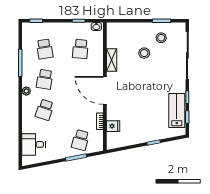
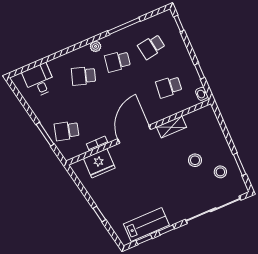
fridge: (113, 126) -> (99, 163), width x1.88, depth x1.34

